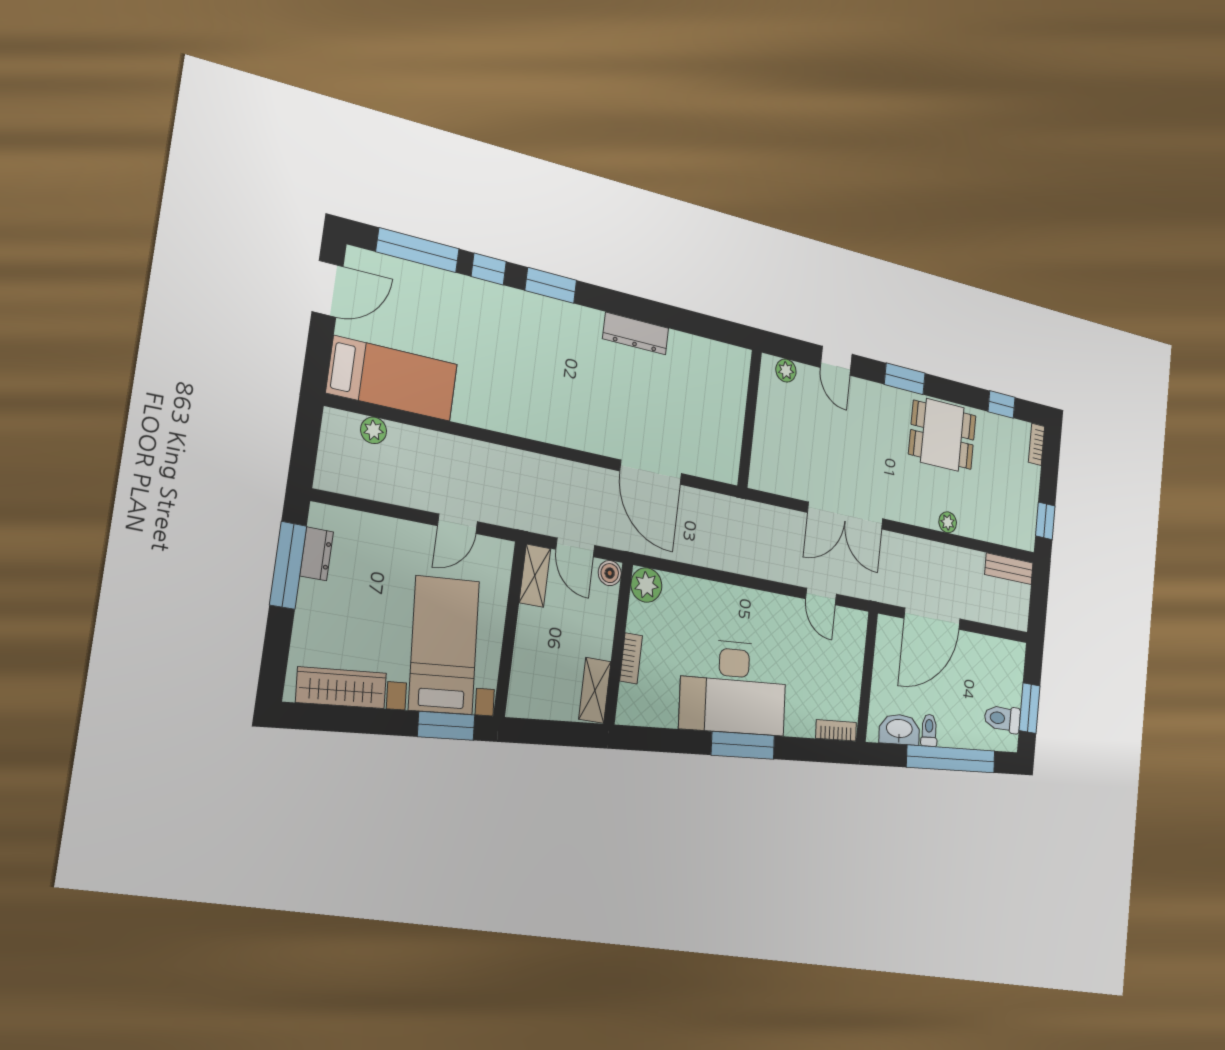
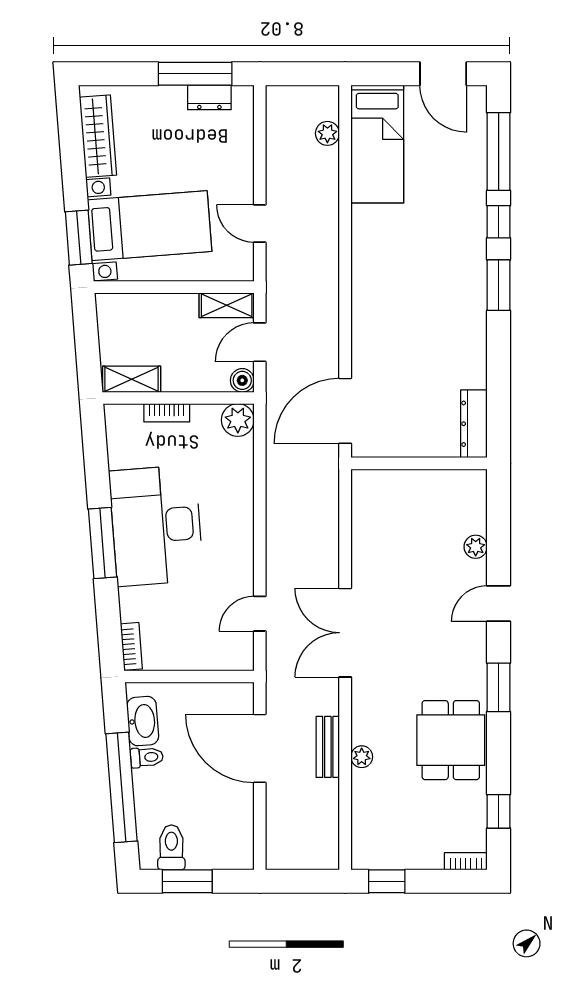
dresser: (636, 334) -> (474, 424), moved
wall: (750, 419) -> (419, 463), moved
bench: (1009, 569) -> (328, 747), moved

